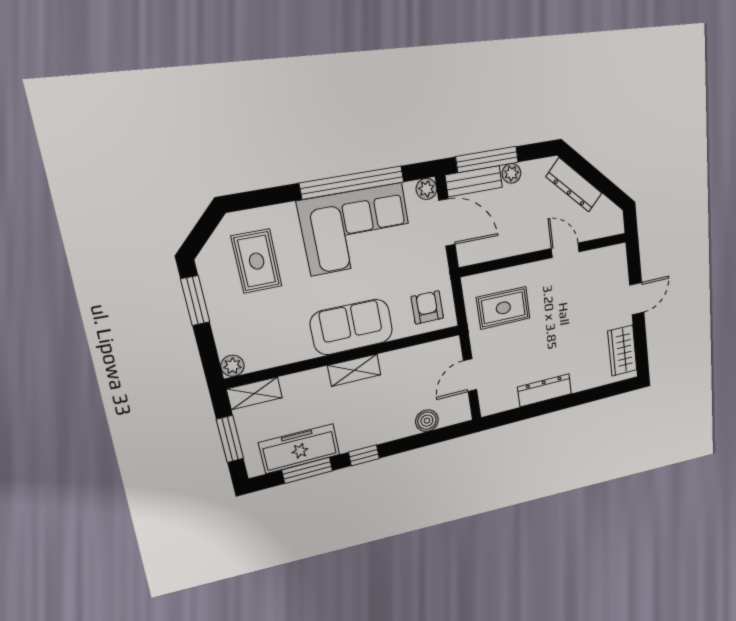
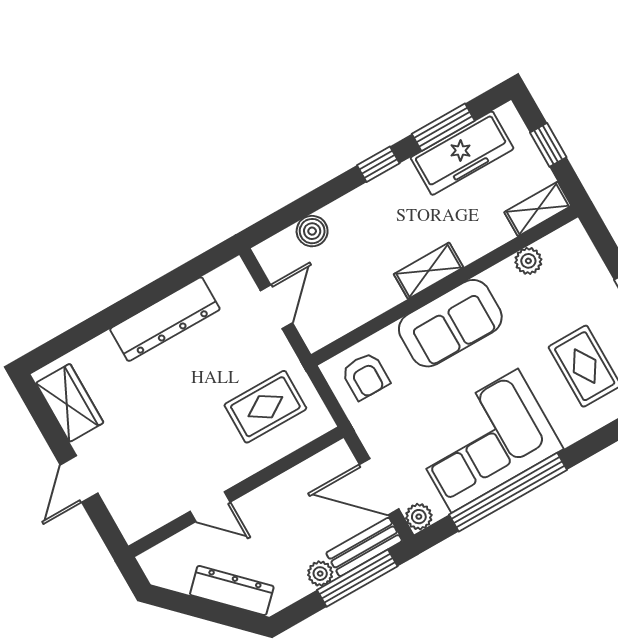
plant: (232, 366) -> (528, 261), moved
dresser: (545, 390) -> (165, 319), width x1.37, depth x1.24
window: (230, 439) -> (548, 145), width x0.67

